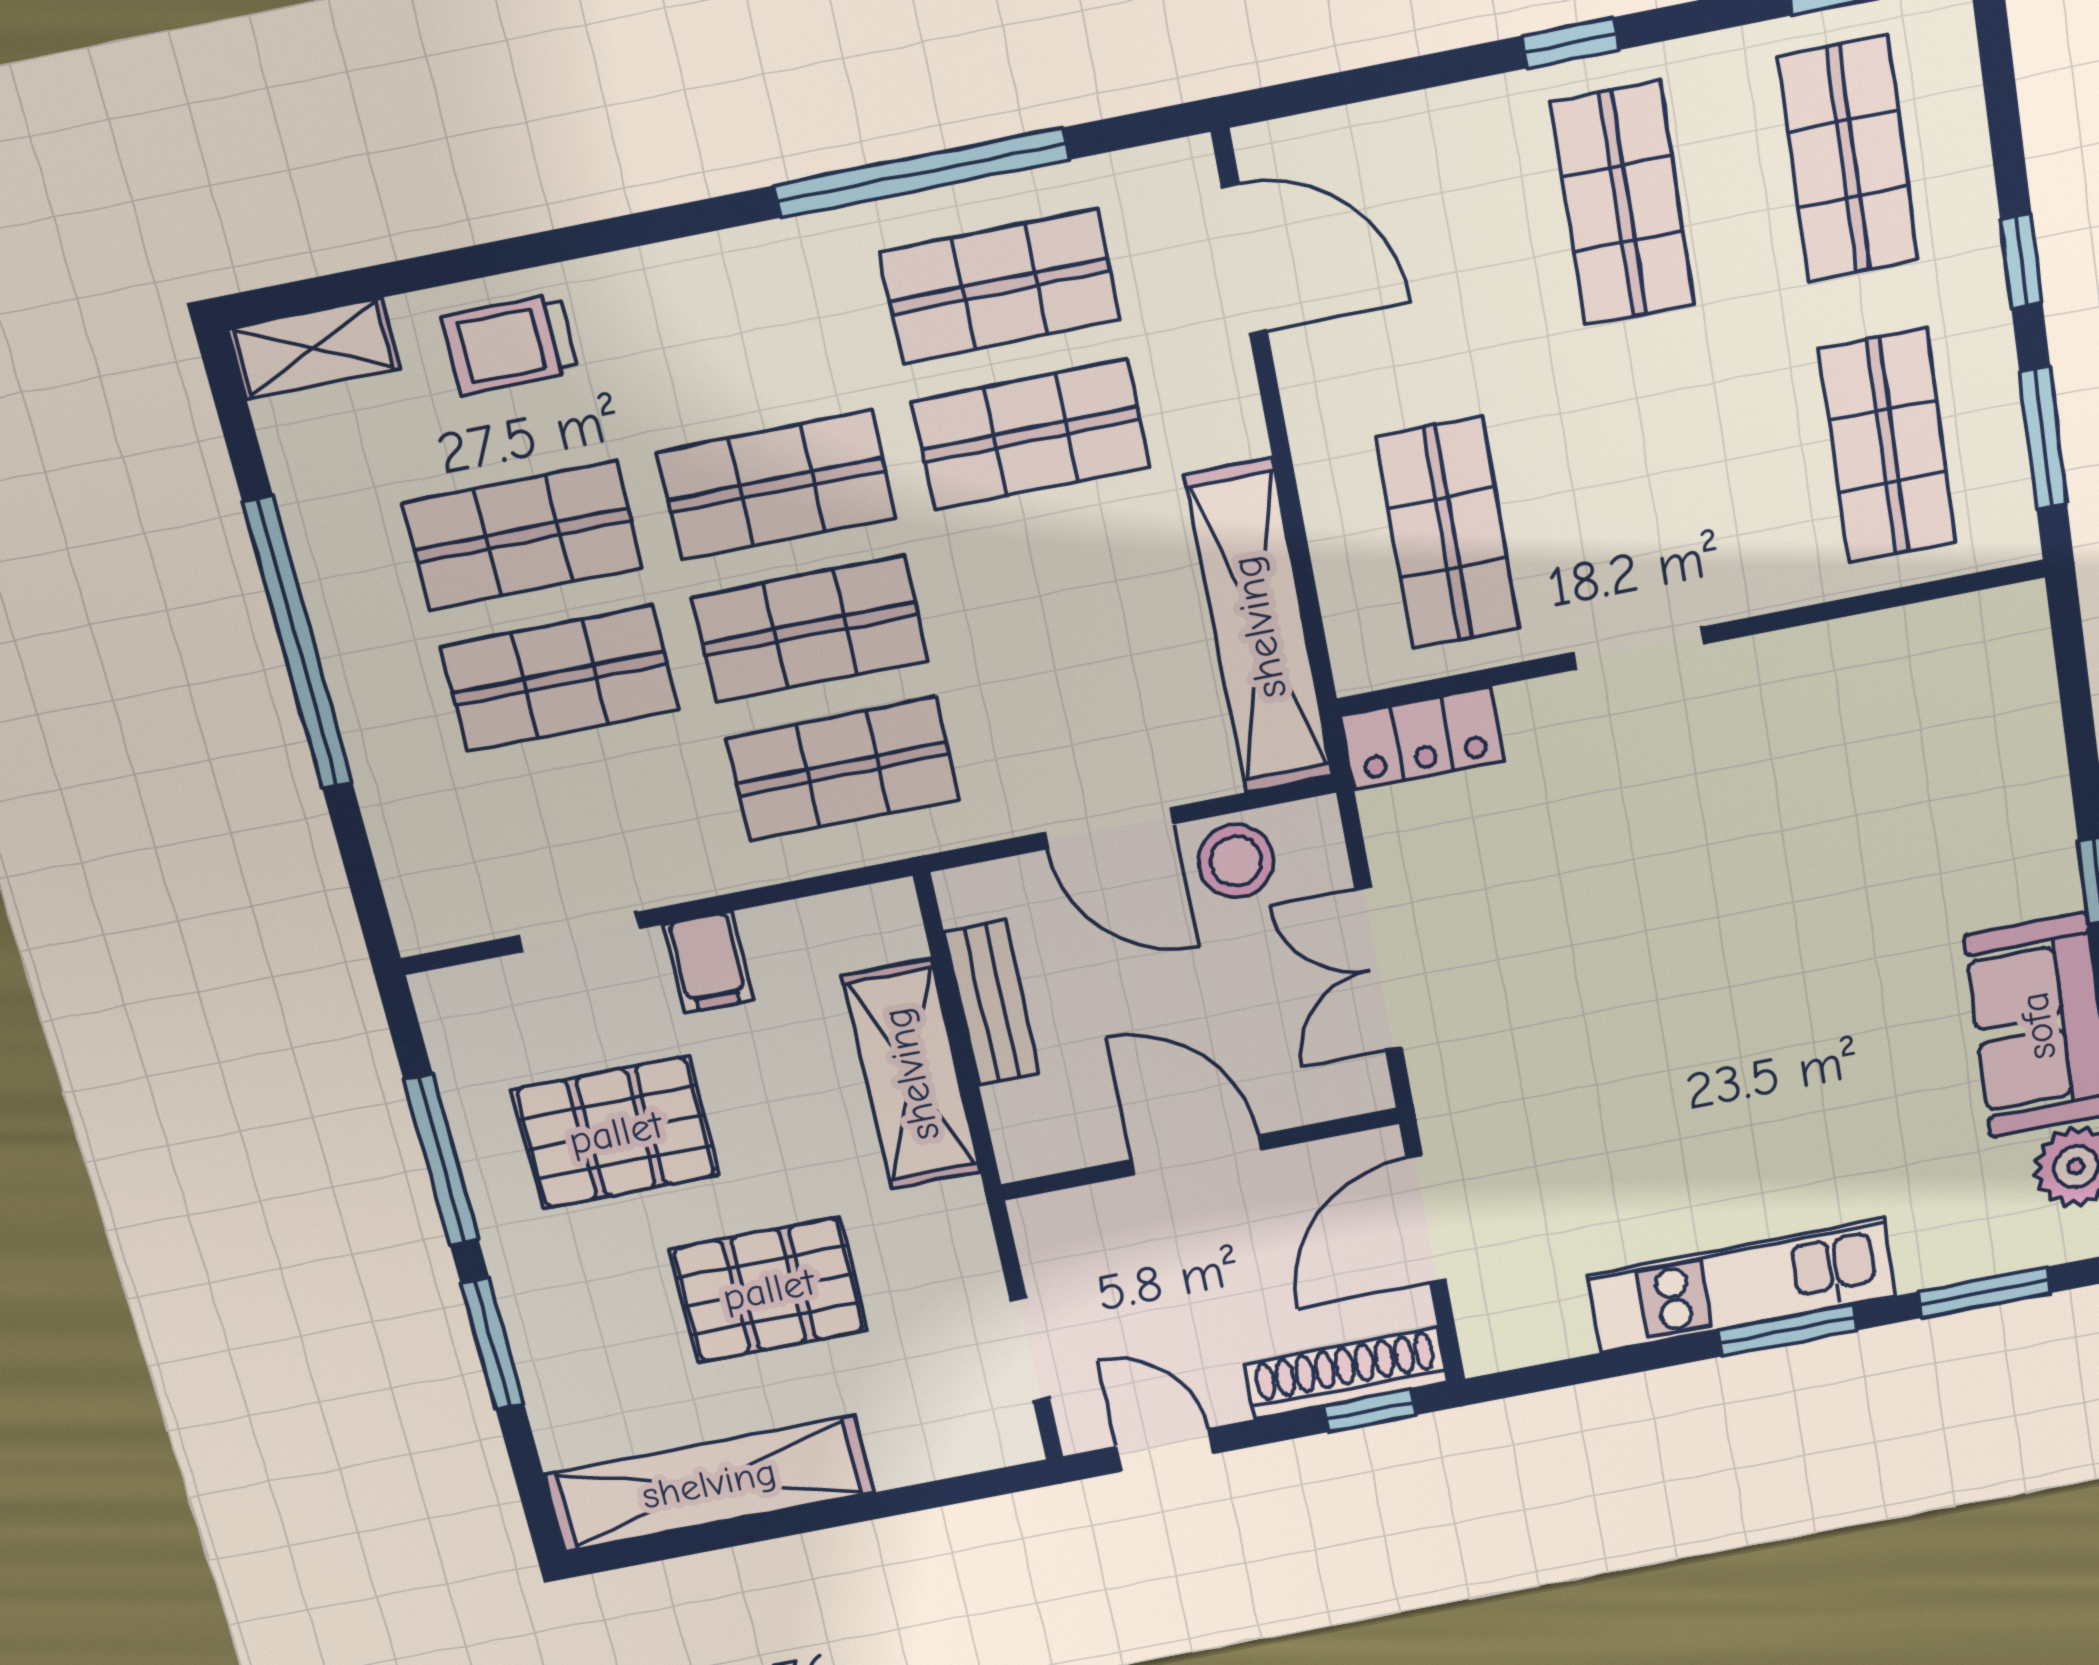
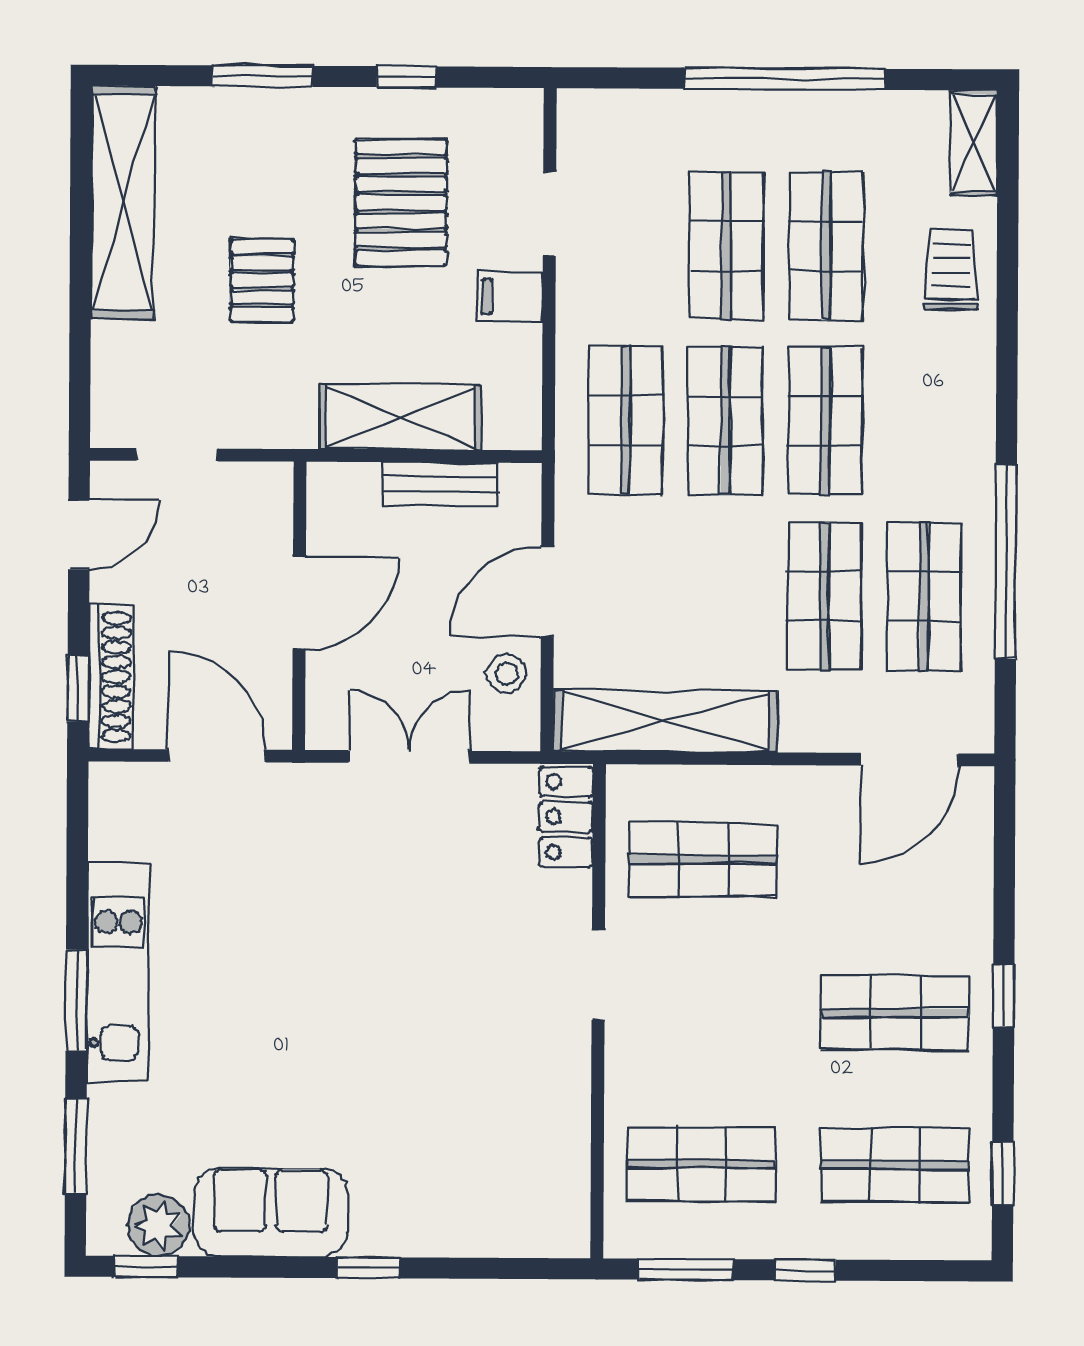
stool: (1236, 861) -> (506, 673), width x0.73, depth x0.73
window: (441, 1160) -> (406, 77), width x0.46
pallet: (769, 1290) -> (262, 280), width x0.67, depth x0.71

